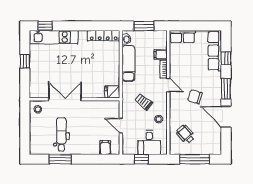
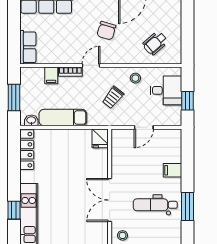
window: (45, 26) -> (14, 210), moved
filing cabinet: (105, 148) -> (172, 170), moved
window: (195, 159) -> (188, 31), removed

